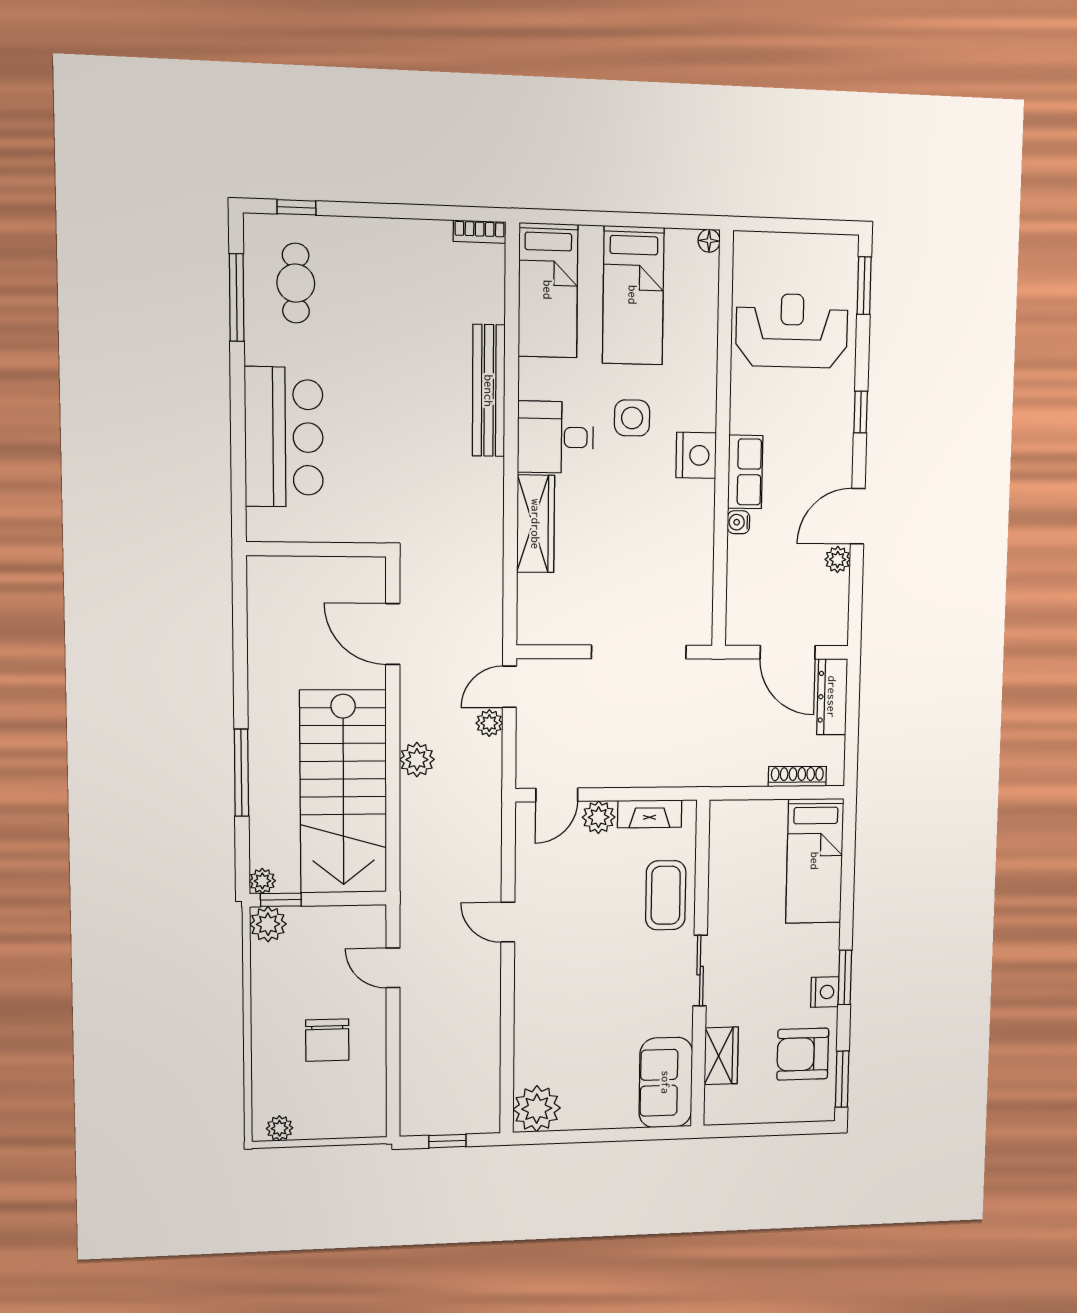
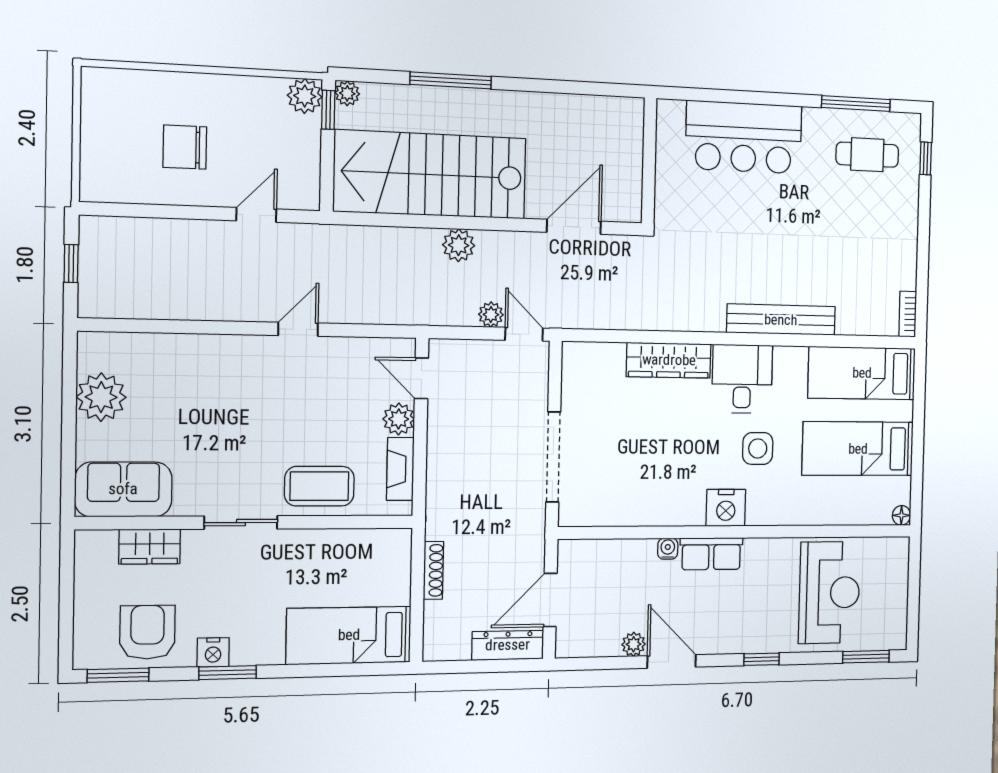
shoe rack: (797, 776) -> (433, 570), moved
plant: (537, 1109) -> (101, 397), moved
plant: (280, 1128) -> (94, 95), removed

